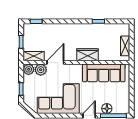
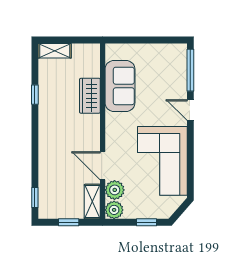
shelving: (125, 46) -> (55, 51), moved
wardrobe: (87, 55) -> (90, 96), moved
sofa: (104, 73) -> (120, 86), width x0.73
floor lamp: (107, 109) -> (179, 81), removed

